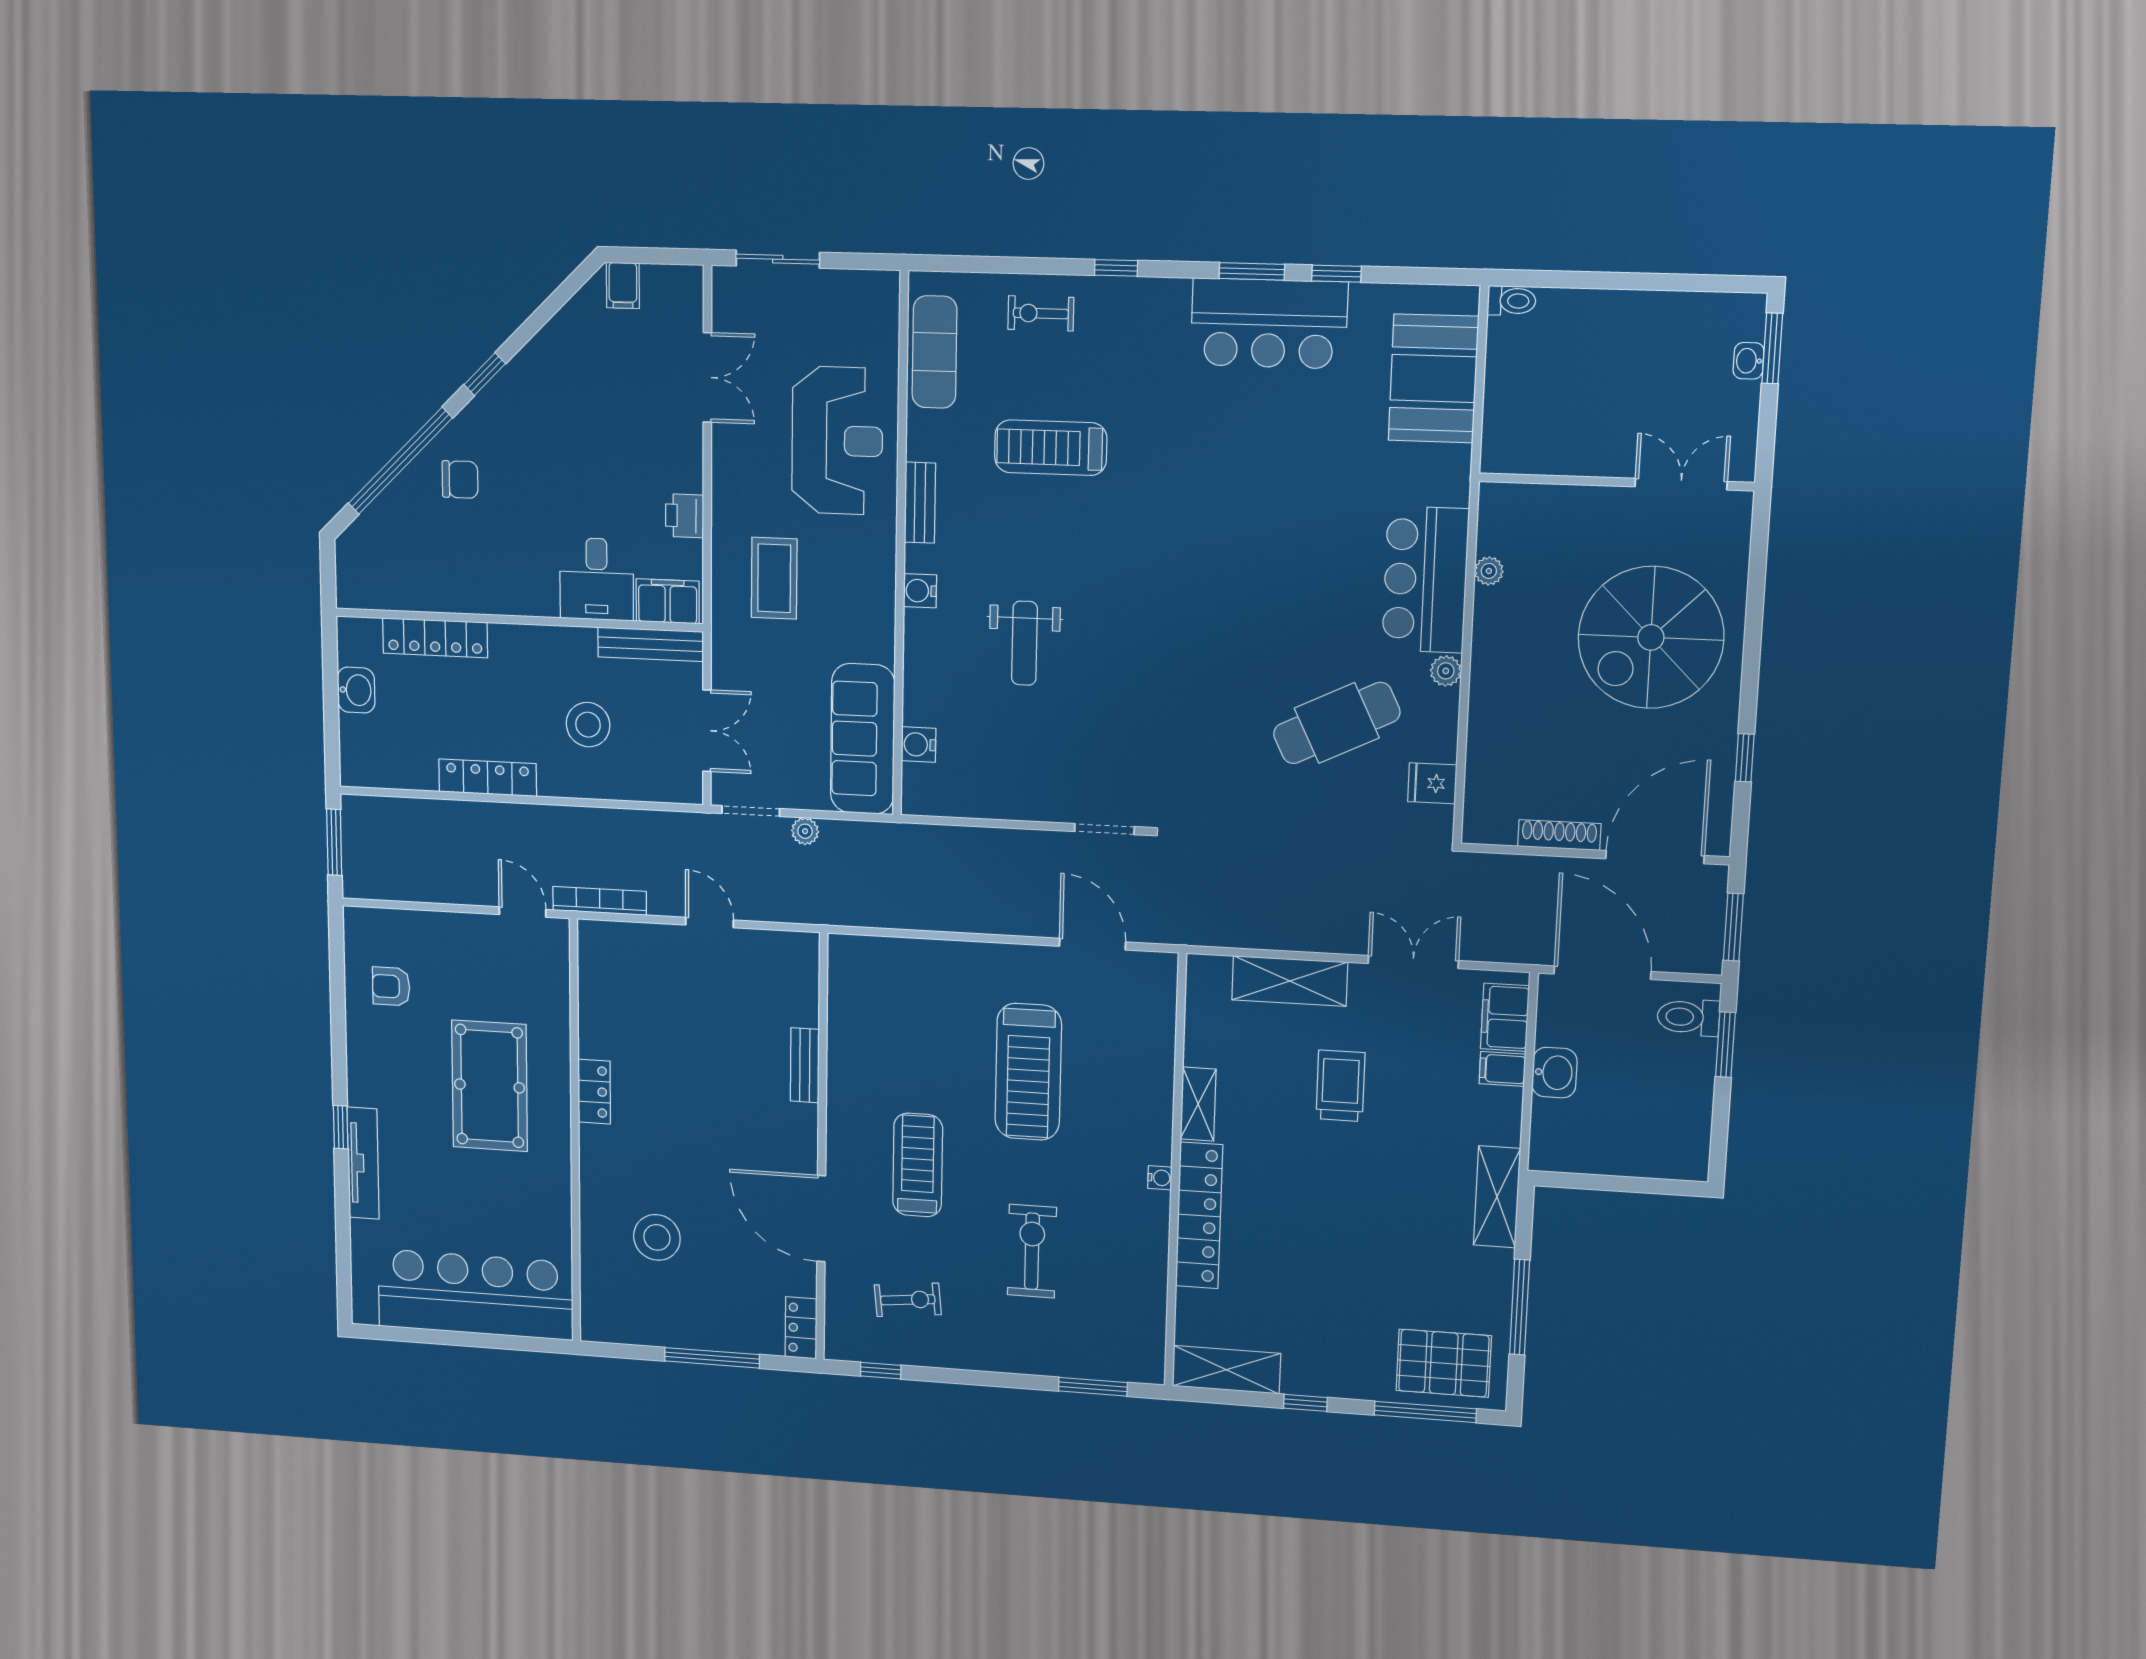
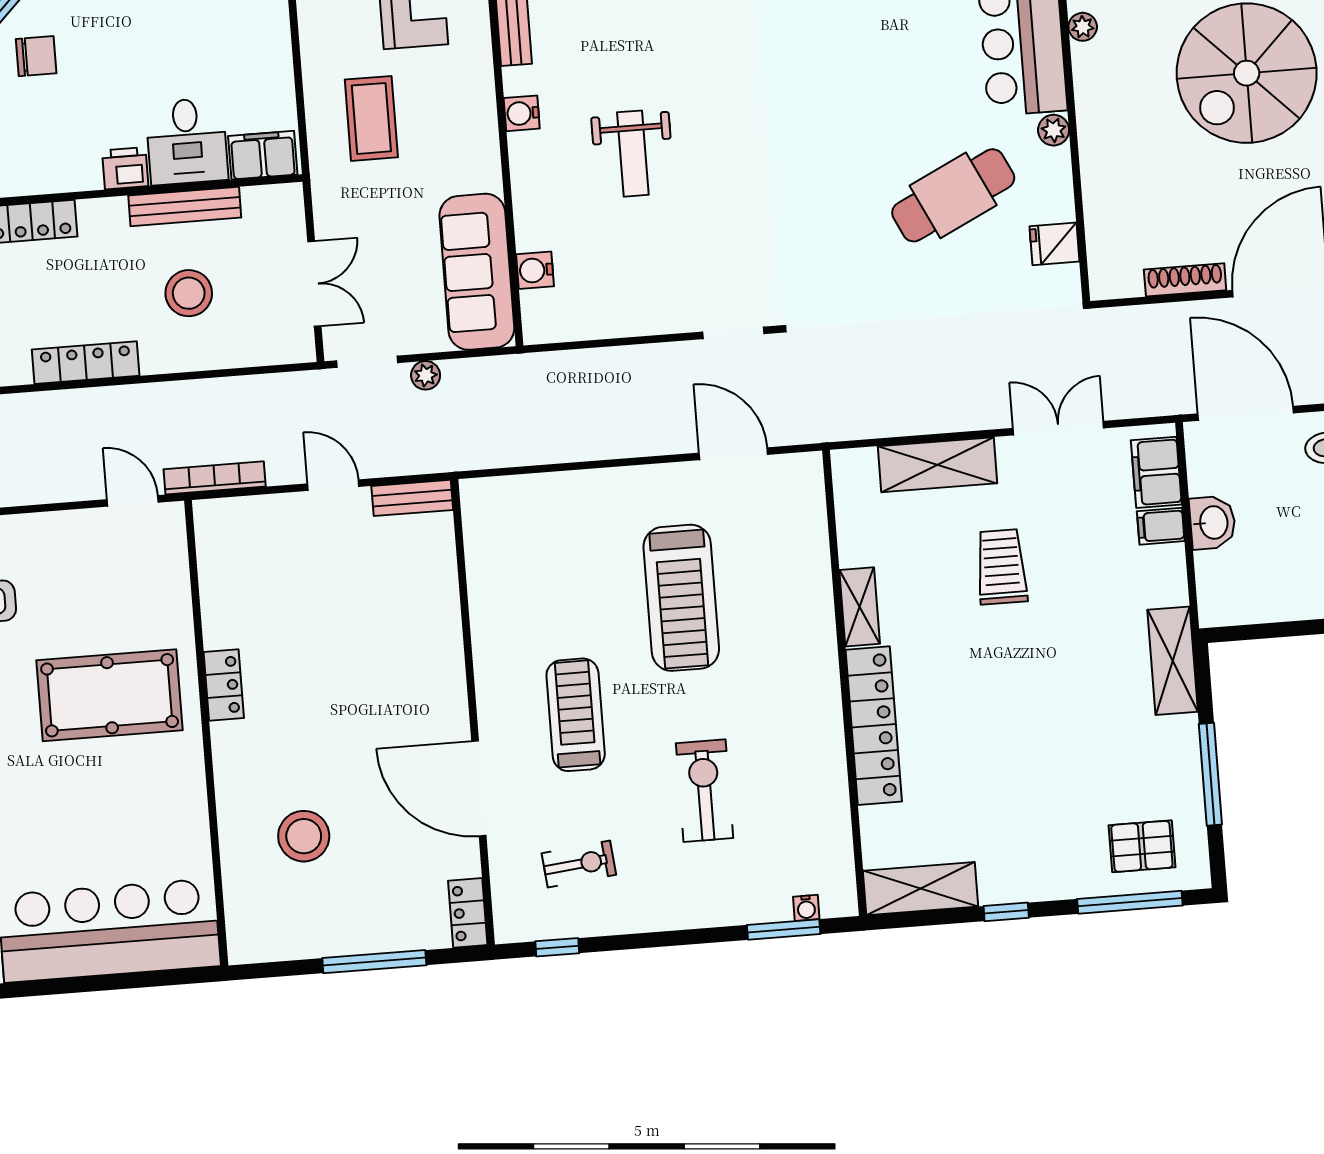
printer: (685, 516) -> (125, 168), moved, turned 90
bench: (650, 644) -> (185, 206), moved
bench: (805, 1065) -> (412, 498), moved, turned 90
pool table: (490, 1086) -> (110, 695), turned 90
water cooler: (1160, 1178) -> (806, 908), moved, turned 90
pallet: (1444, 1363) -> (1142, 846), width x0.67, depth x0.71

